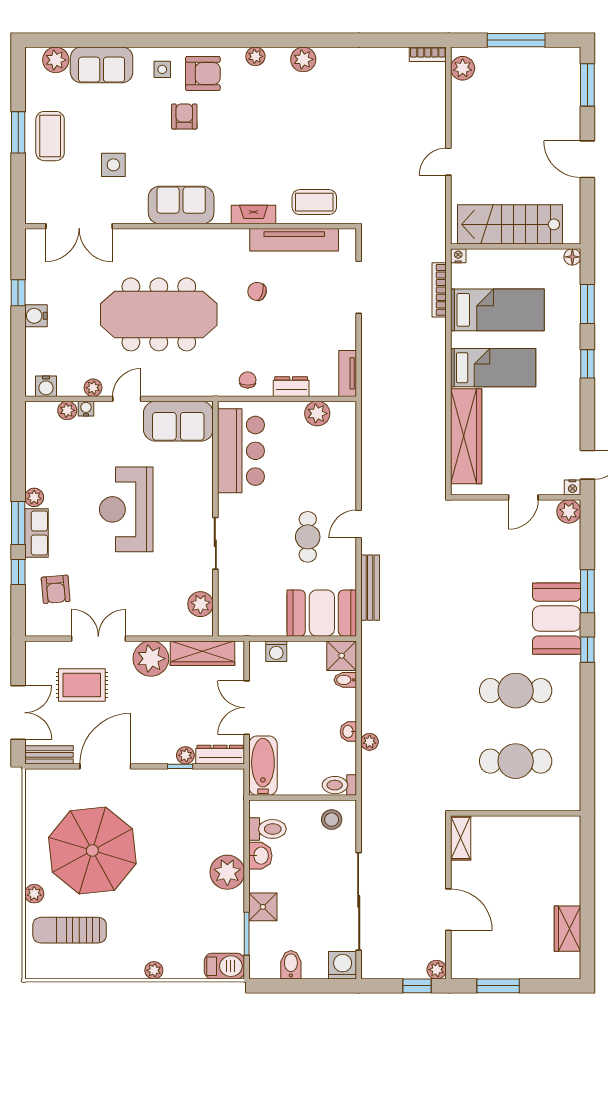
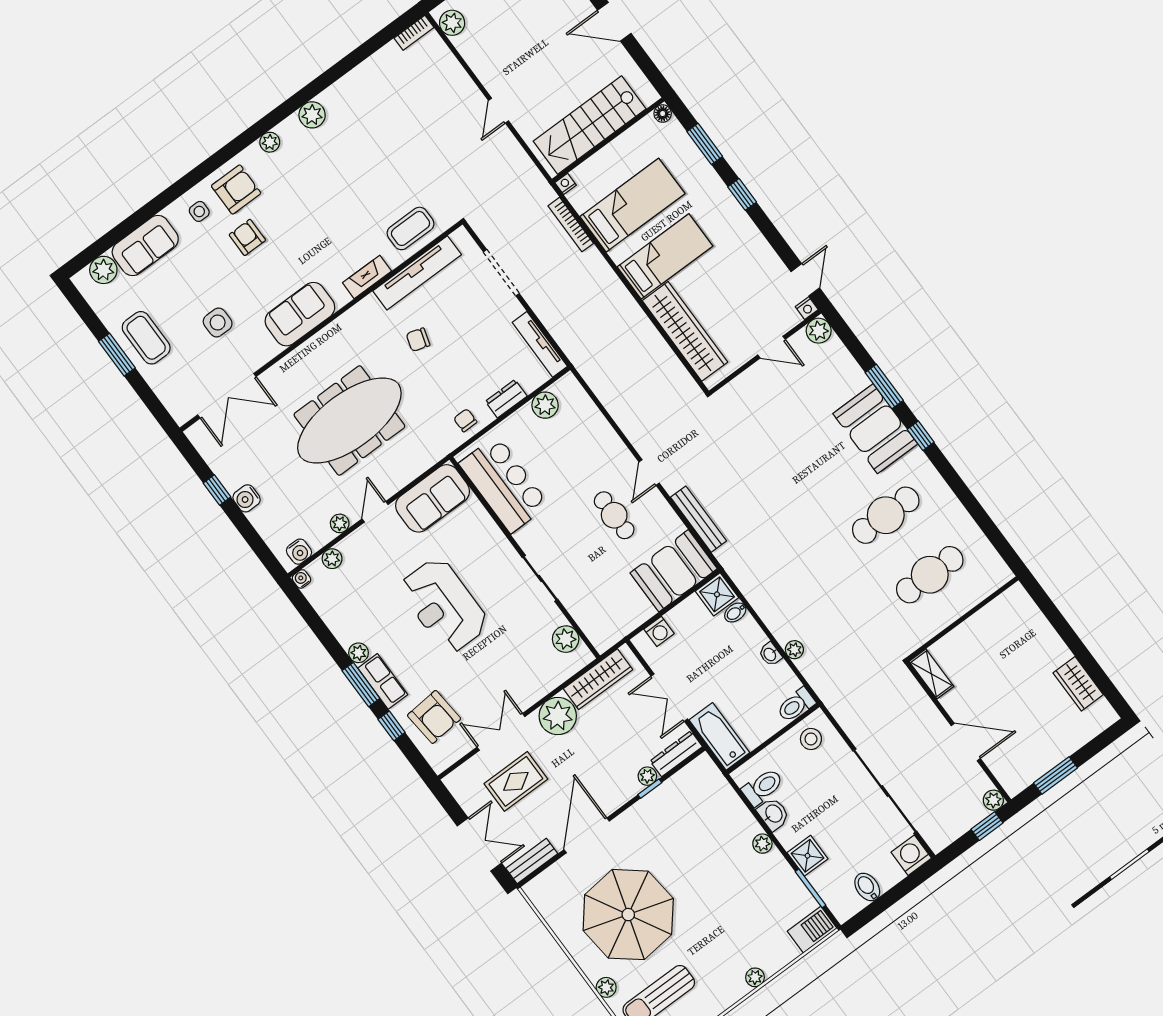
tv unit: (348, 373) -> (540, 344), width x1.41
water cooler: (86, 409) -> (301, 579), moved
door: (523, 497) -> (771, 347), hinge flipped
armchair: (56, 589) -> (434, 717), width x1.38, depth x1.38
plant: (227, 872) -> (762, 844), width x0.53, depth x0.53

